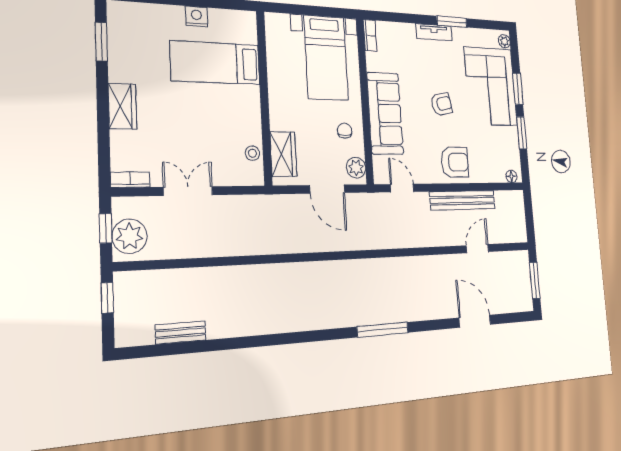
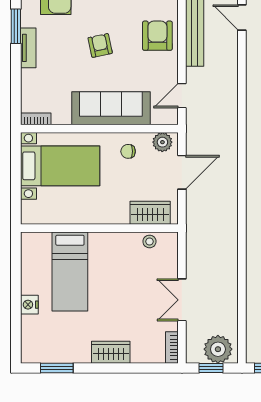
nightstand: (197, 16) -> (29, 305), moved

